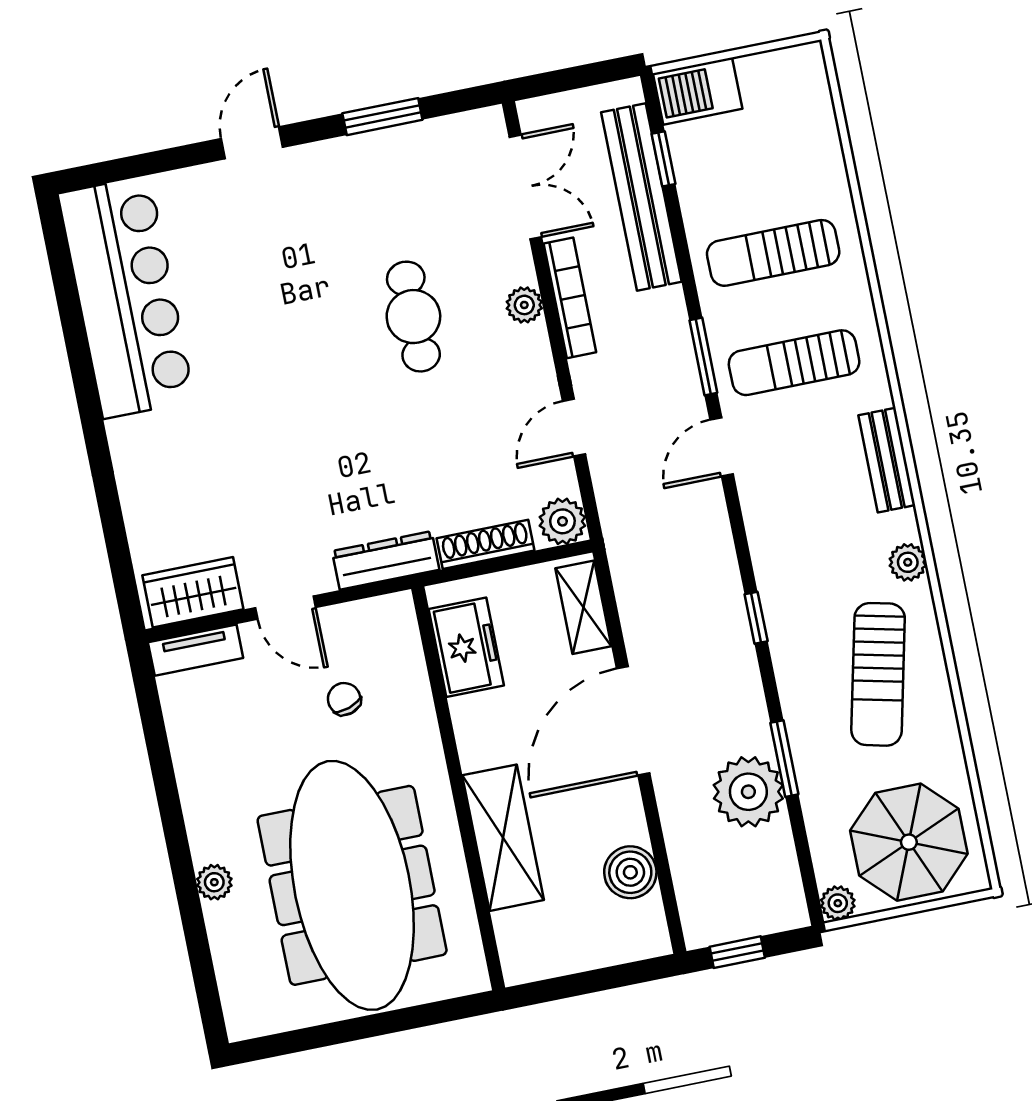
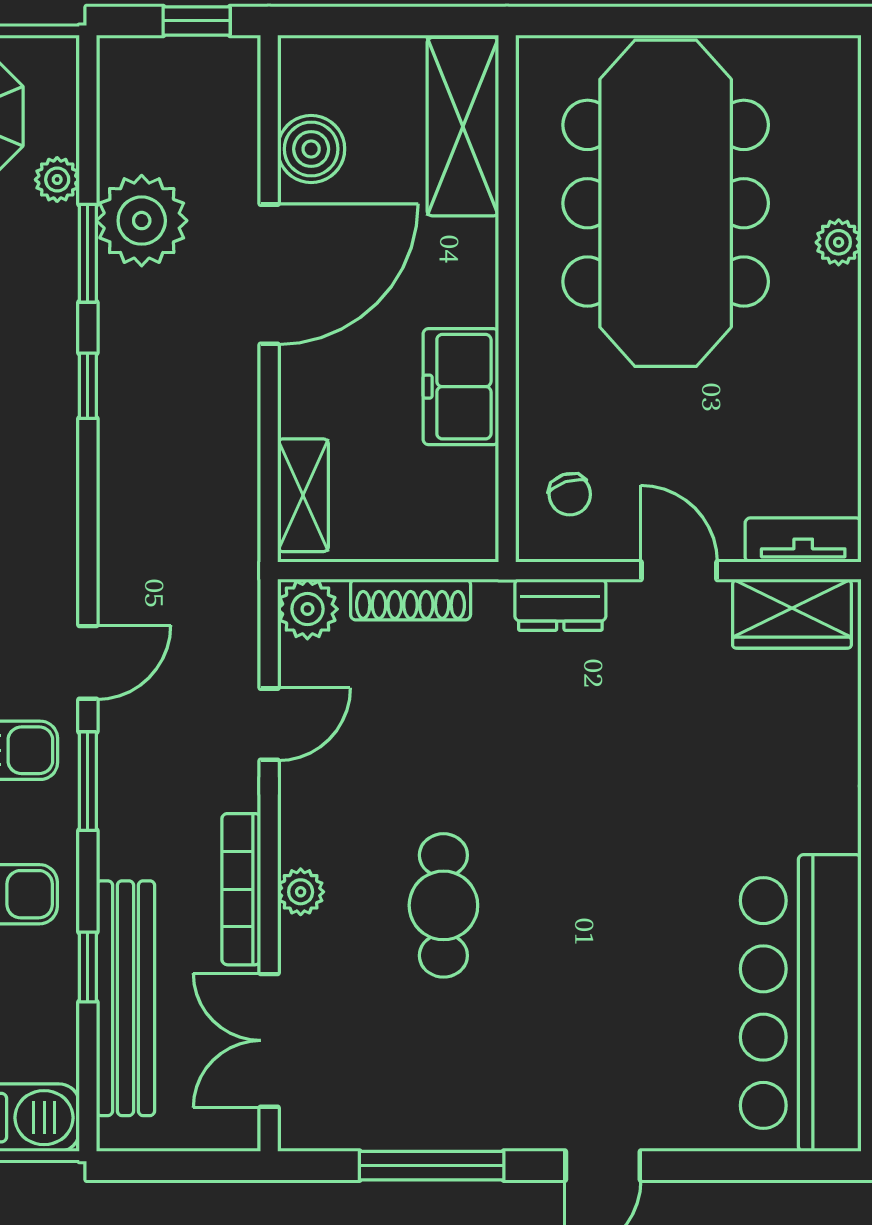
window: (382, 117) -> (432, 1166), width x1.44
window: (663, 159) -> (88, 967), moved
dresser: (386, 560) -> (560, 605), width x0.70
window: (756, 618) -> (88, 386), moved
freezer: (466, 647) -> (461, 387), moved
chair: (344, 699) -> (570, 494), moved
door: (633, 721) -> (269, 274), moved
shelving: (503, 838) -> (463, 127), moved
plant: (838, 903) -> (57, 180), moved

